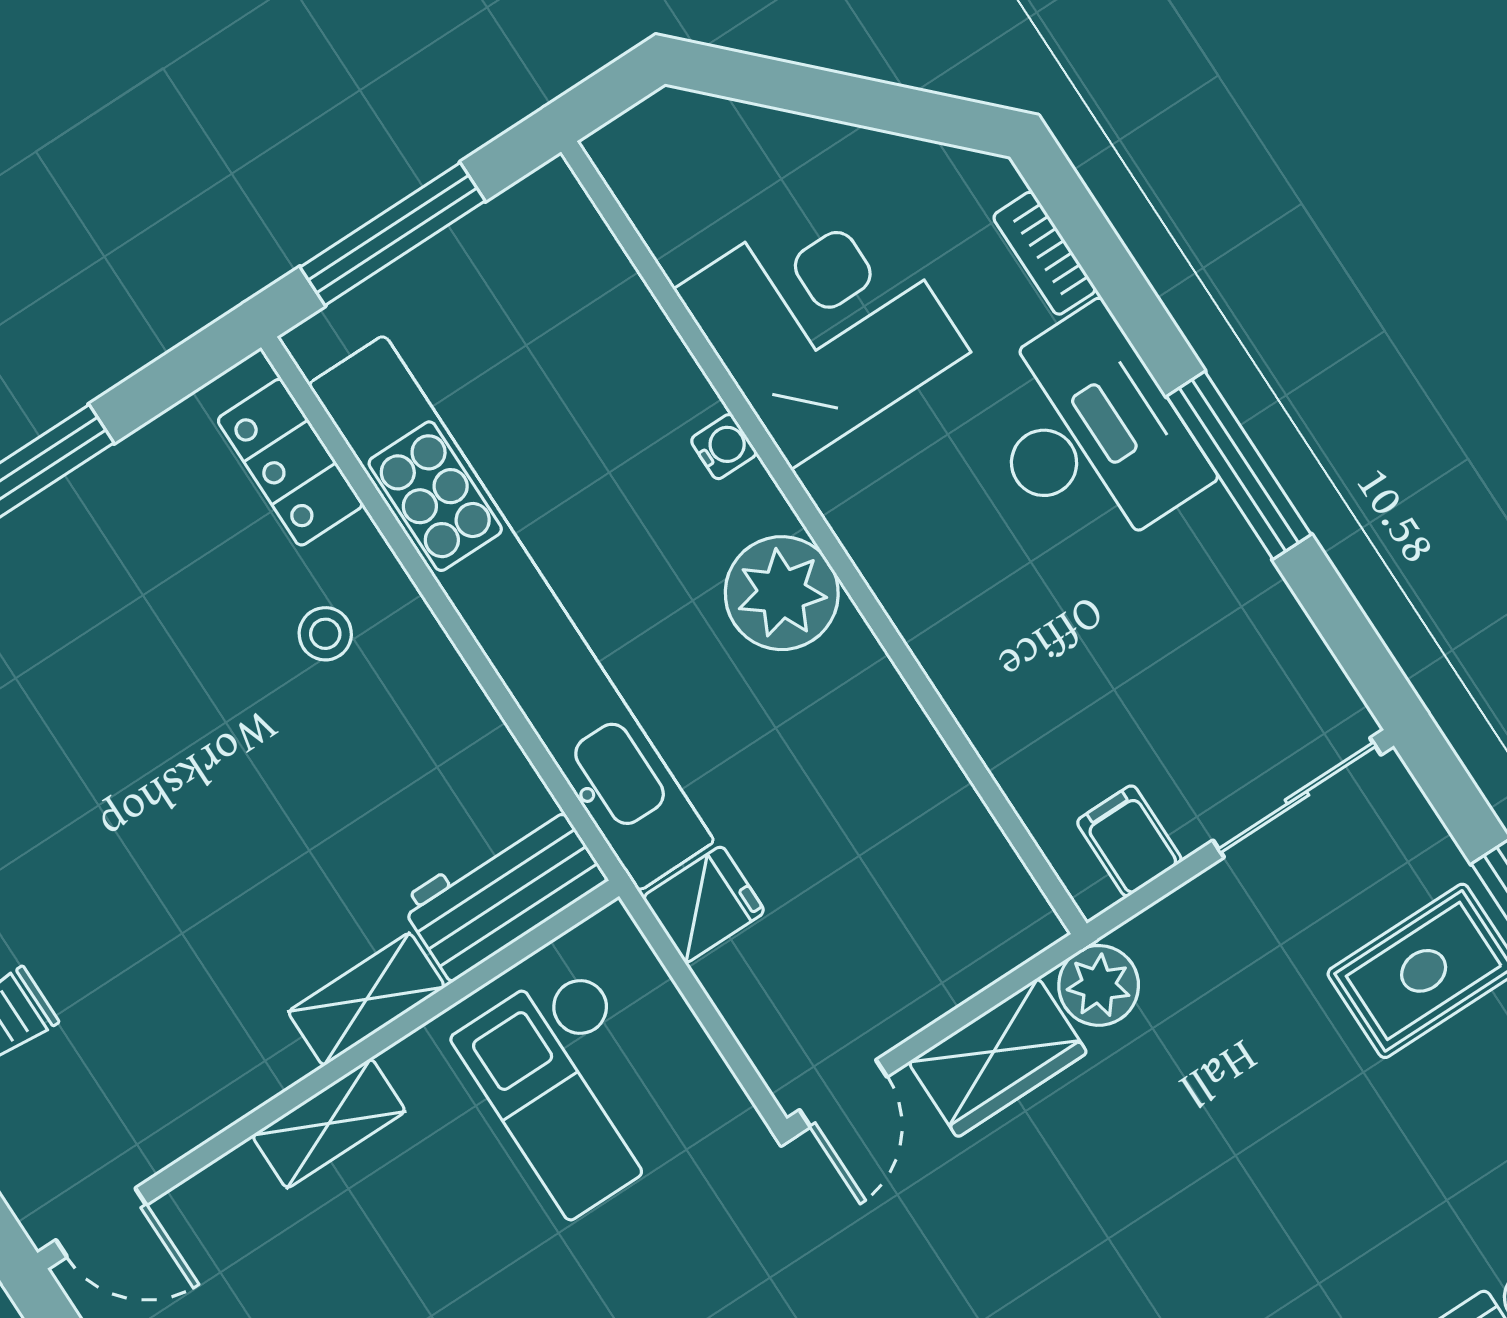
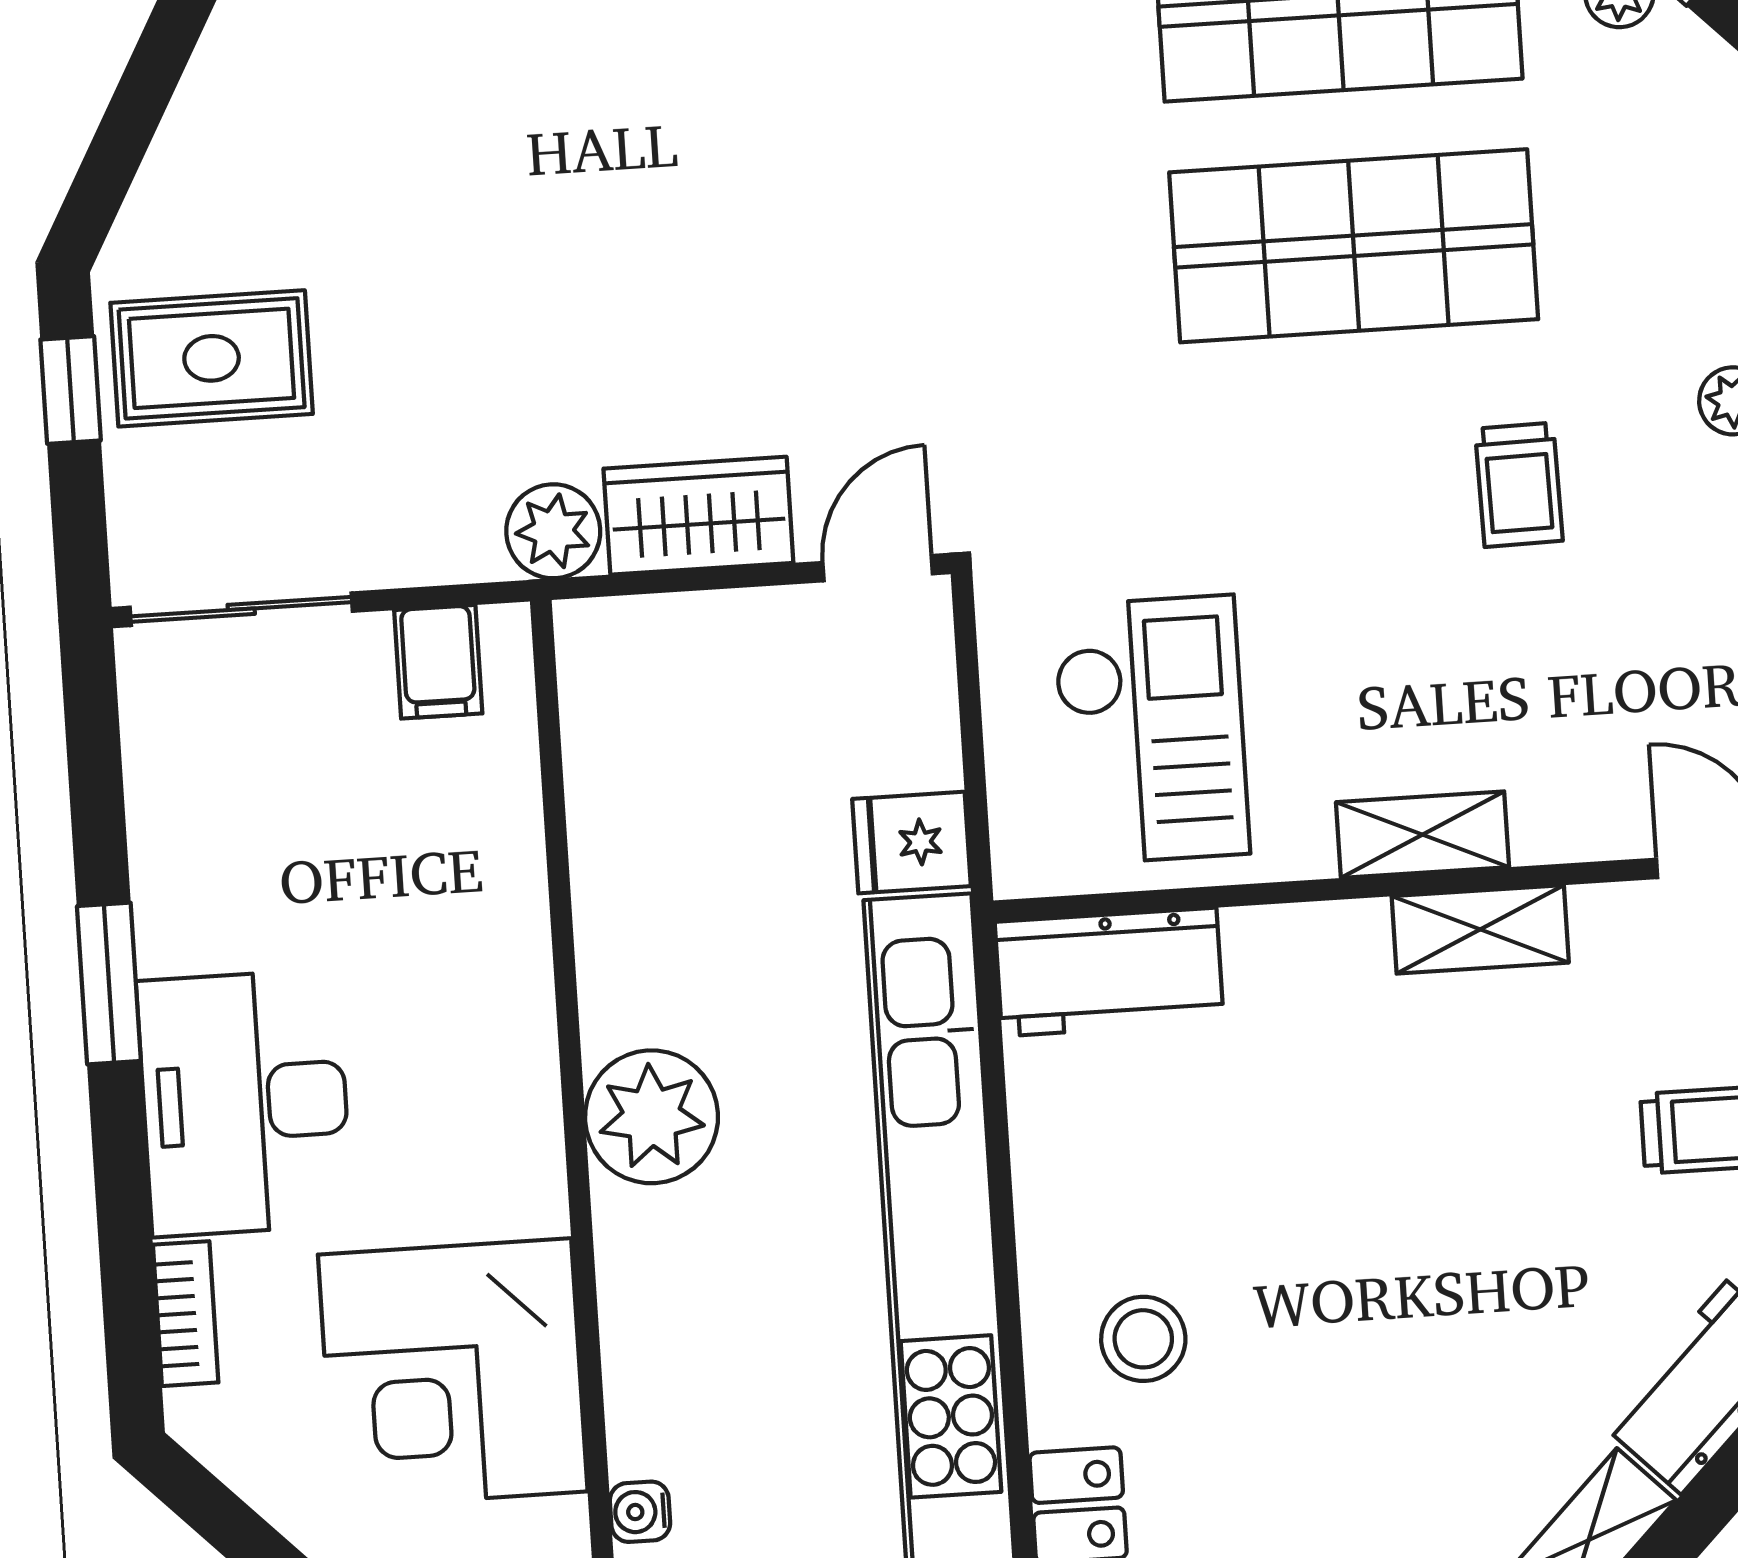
water cooler: (724, 447) -> (640, 1512), moved
window: (1239, 465) -> (109, 984), width x0.69
stool: (325, 634) -> (1143, 1339), width x1.37, depth x1.37
shelving: (366, 999) -> (1480, 929), moved

